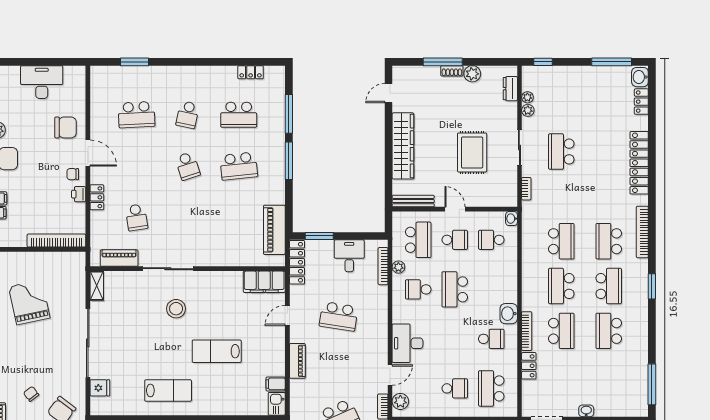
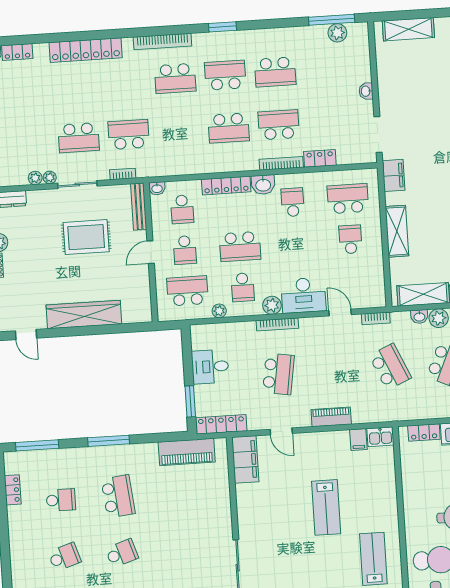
plant: (527, 97) -> (50, 177), moved
window: (289, 114) -> (37, 445), moved
school desk: (188, 115) -> (65, 557), turned -30
school desk: (239, 115) -> (61, 500), width x0.54
bench: (413, 201) -> (139, 207), moved
school desk: (455, 240) -> (185, 250), turned 180
school desk: (561, 241) -> (129, 134), moved
bookcase: (383, 266) -> (277, 324), moved
locker: (510, 281) -> (226, 185), added
stool: (176, 309) -> (282, 556), removed
school desk: (491, 388) -> (348, 199), turned 180
plant: (640, 389) -> (337, 33), added
plant: (400, 401) -> (272, 305), moved

